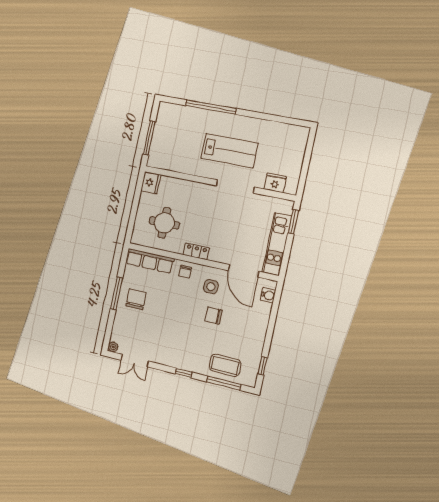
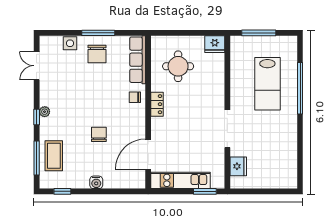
lab bench: (229, 151) -> (267, 84), moved
side table: (211, 287) -> (70, 43), moved
water cooler: (268, 295) -> (96, 182), moved
chair: (136, 299) -> (97, 54), turned 90
plant: (113, 347) -> (45, 112), moved

